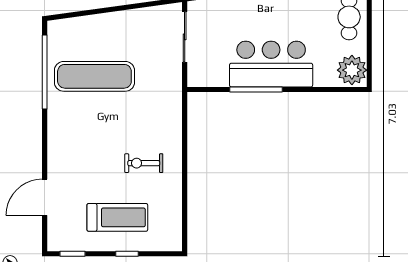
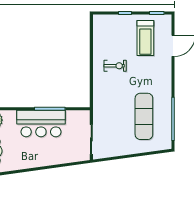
exercise mat: (94, 76) -> (144, 116), turned 90
treadmill: (117, 217) -> (145, 38), moved, turned -90

